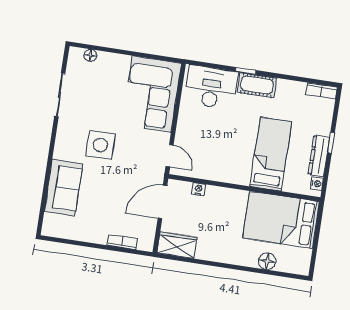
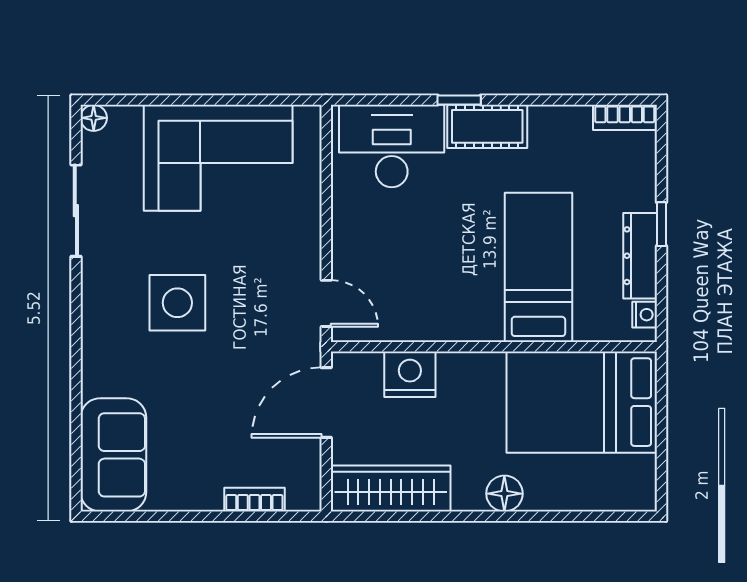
floor lamp: (90, 56) -> (94, 118), moved
corner sofa: (152, 94) -> (218, 158), moved, turned -90
sofa: (63, 188) -> (113, 455), moved
nightstand: (198, 189) -> (410, 374), width x1.89, depth x1.79
wardrobe: (177, 245) -> (391, 489), width x1.50
floor lamp: (267, 261) -> (504, 494), moved

